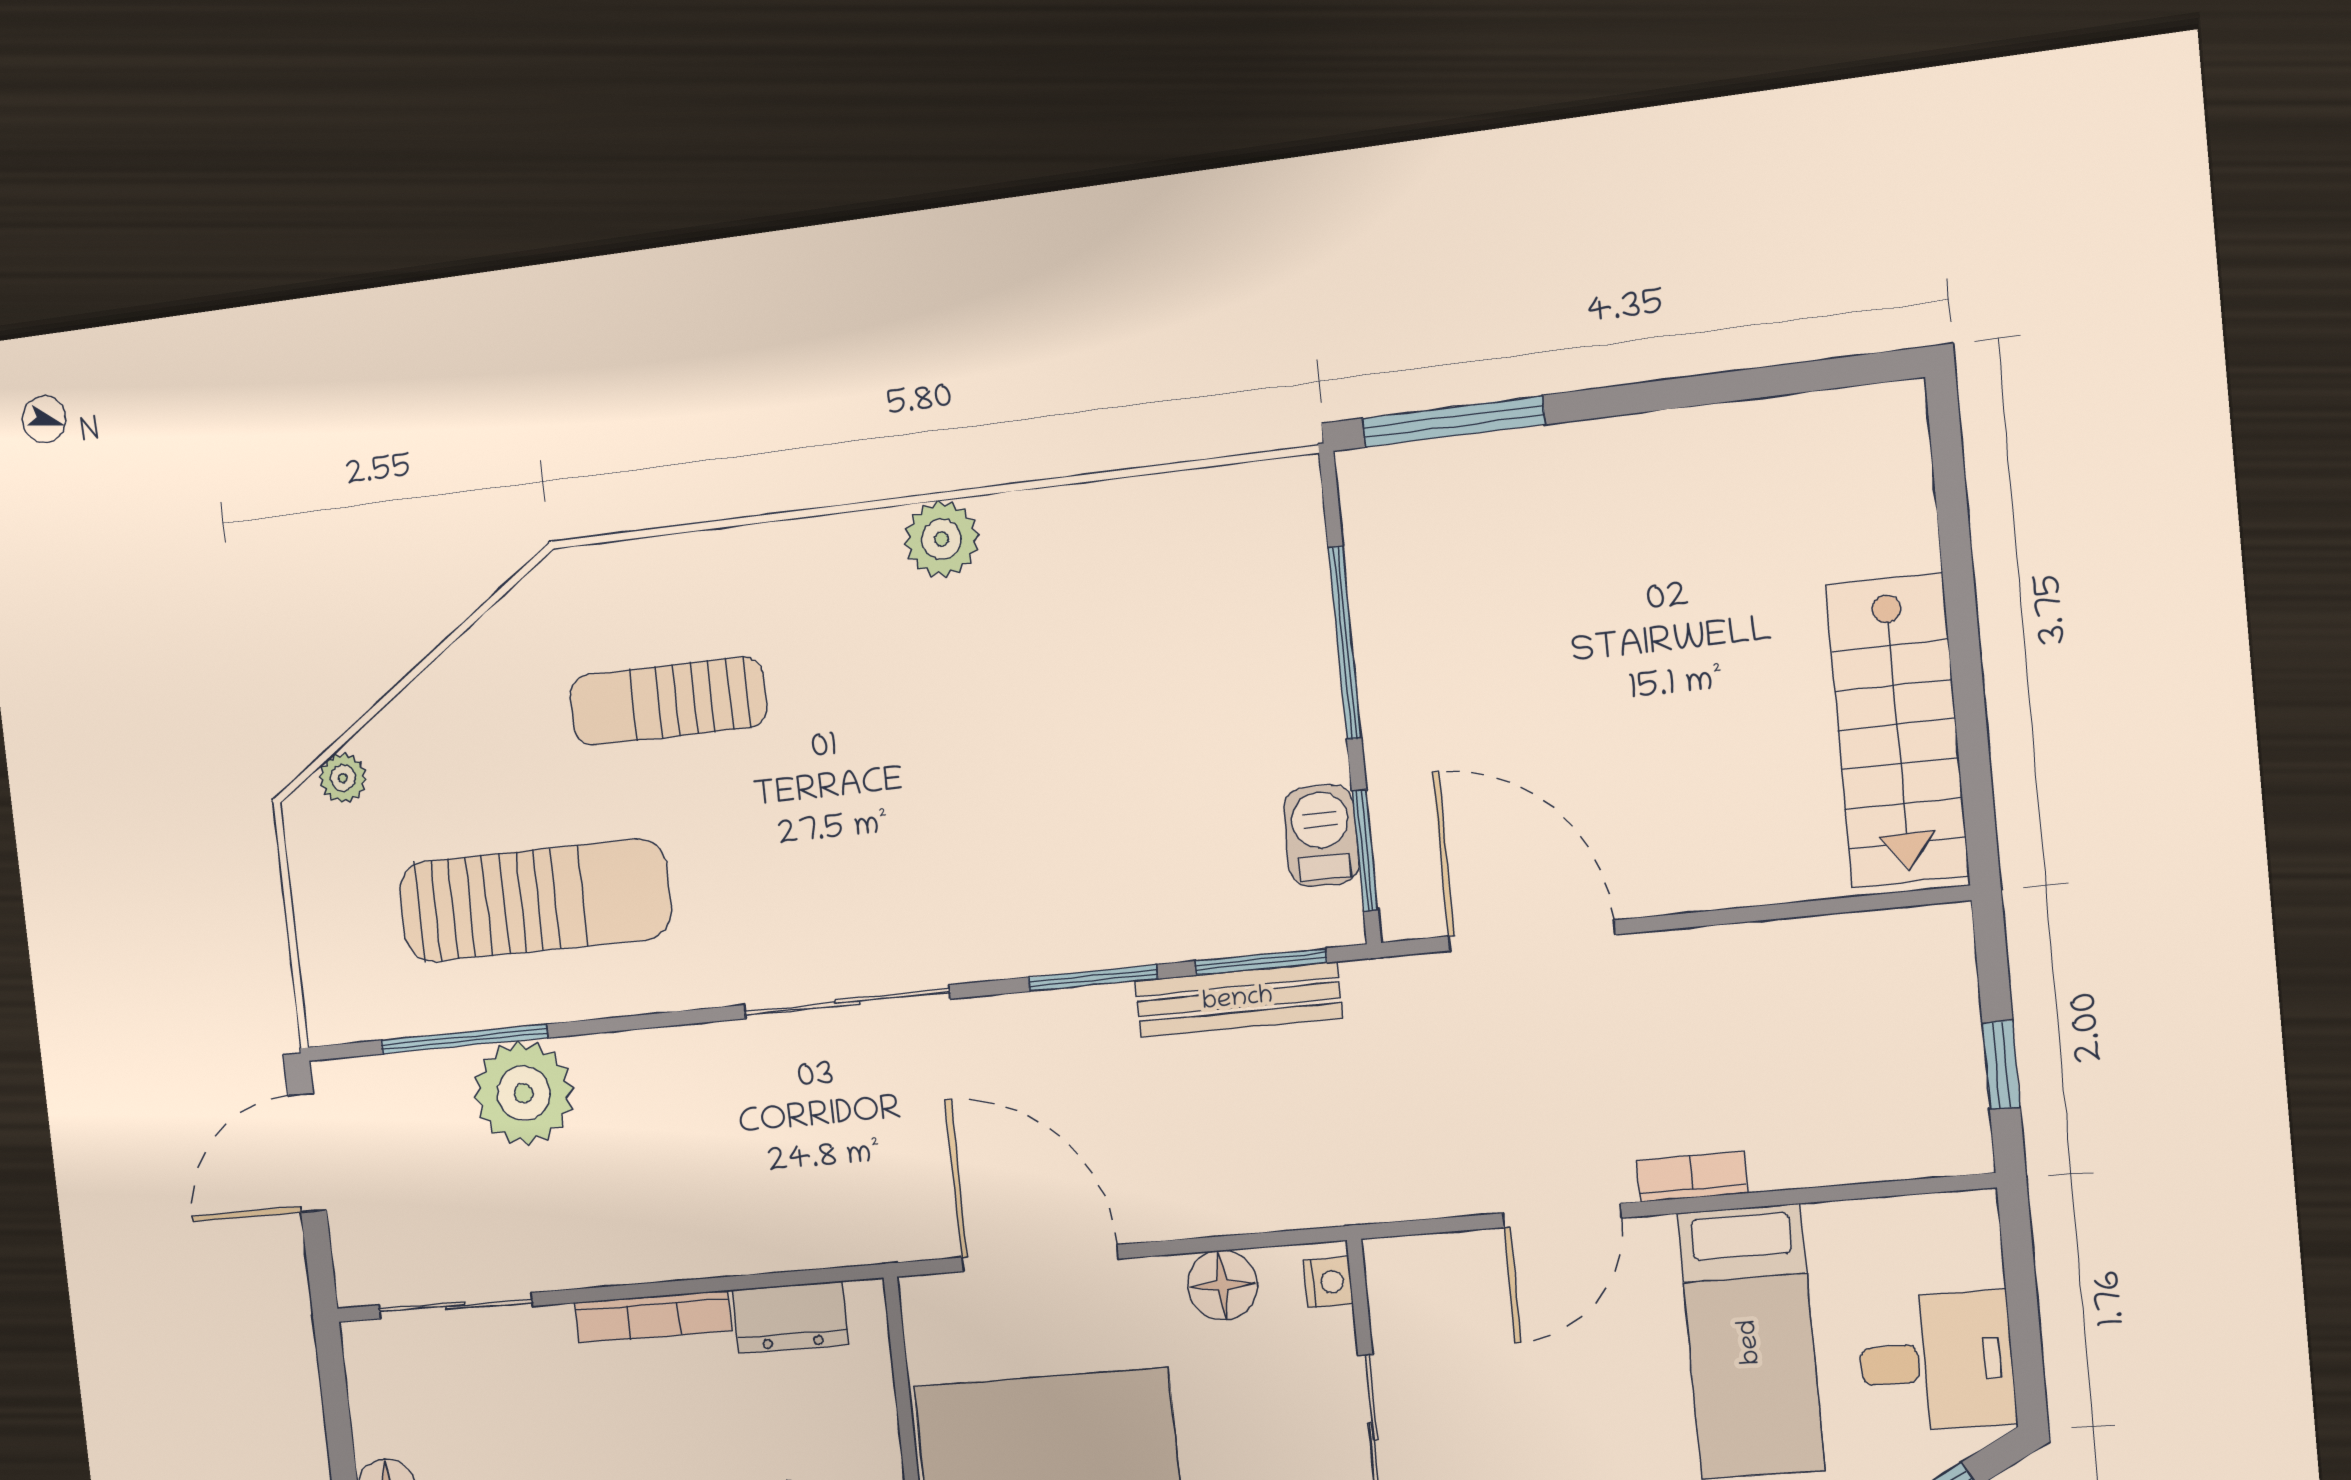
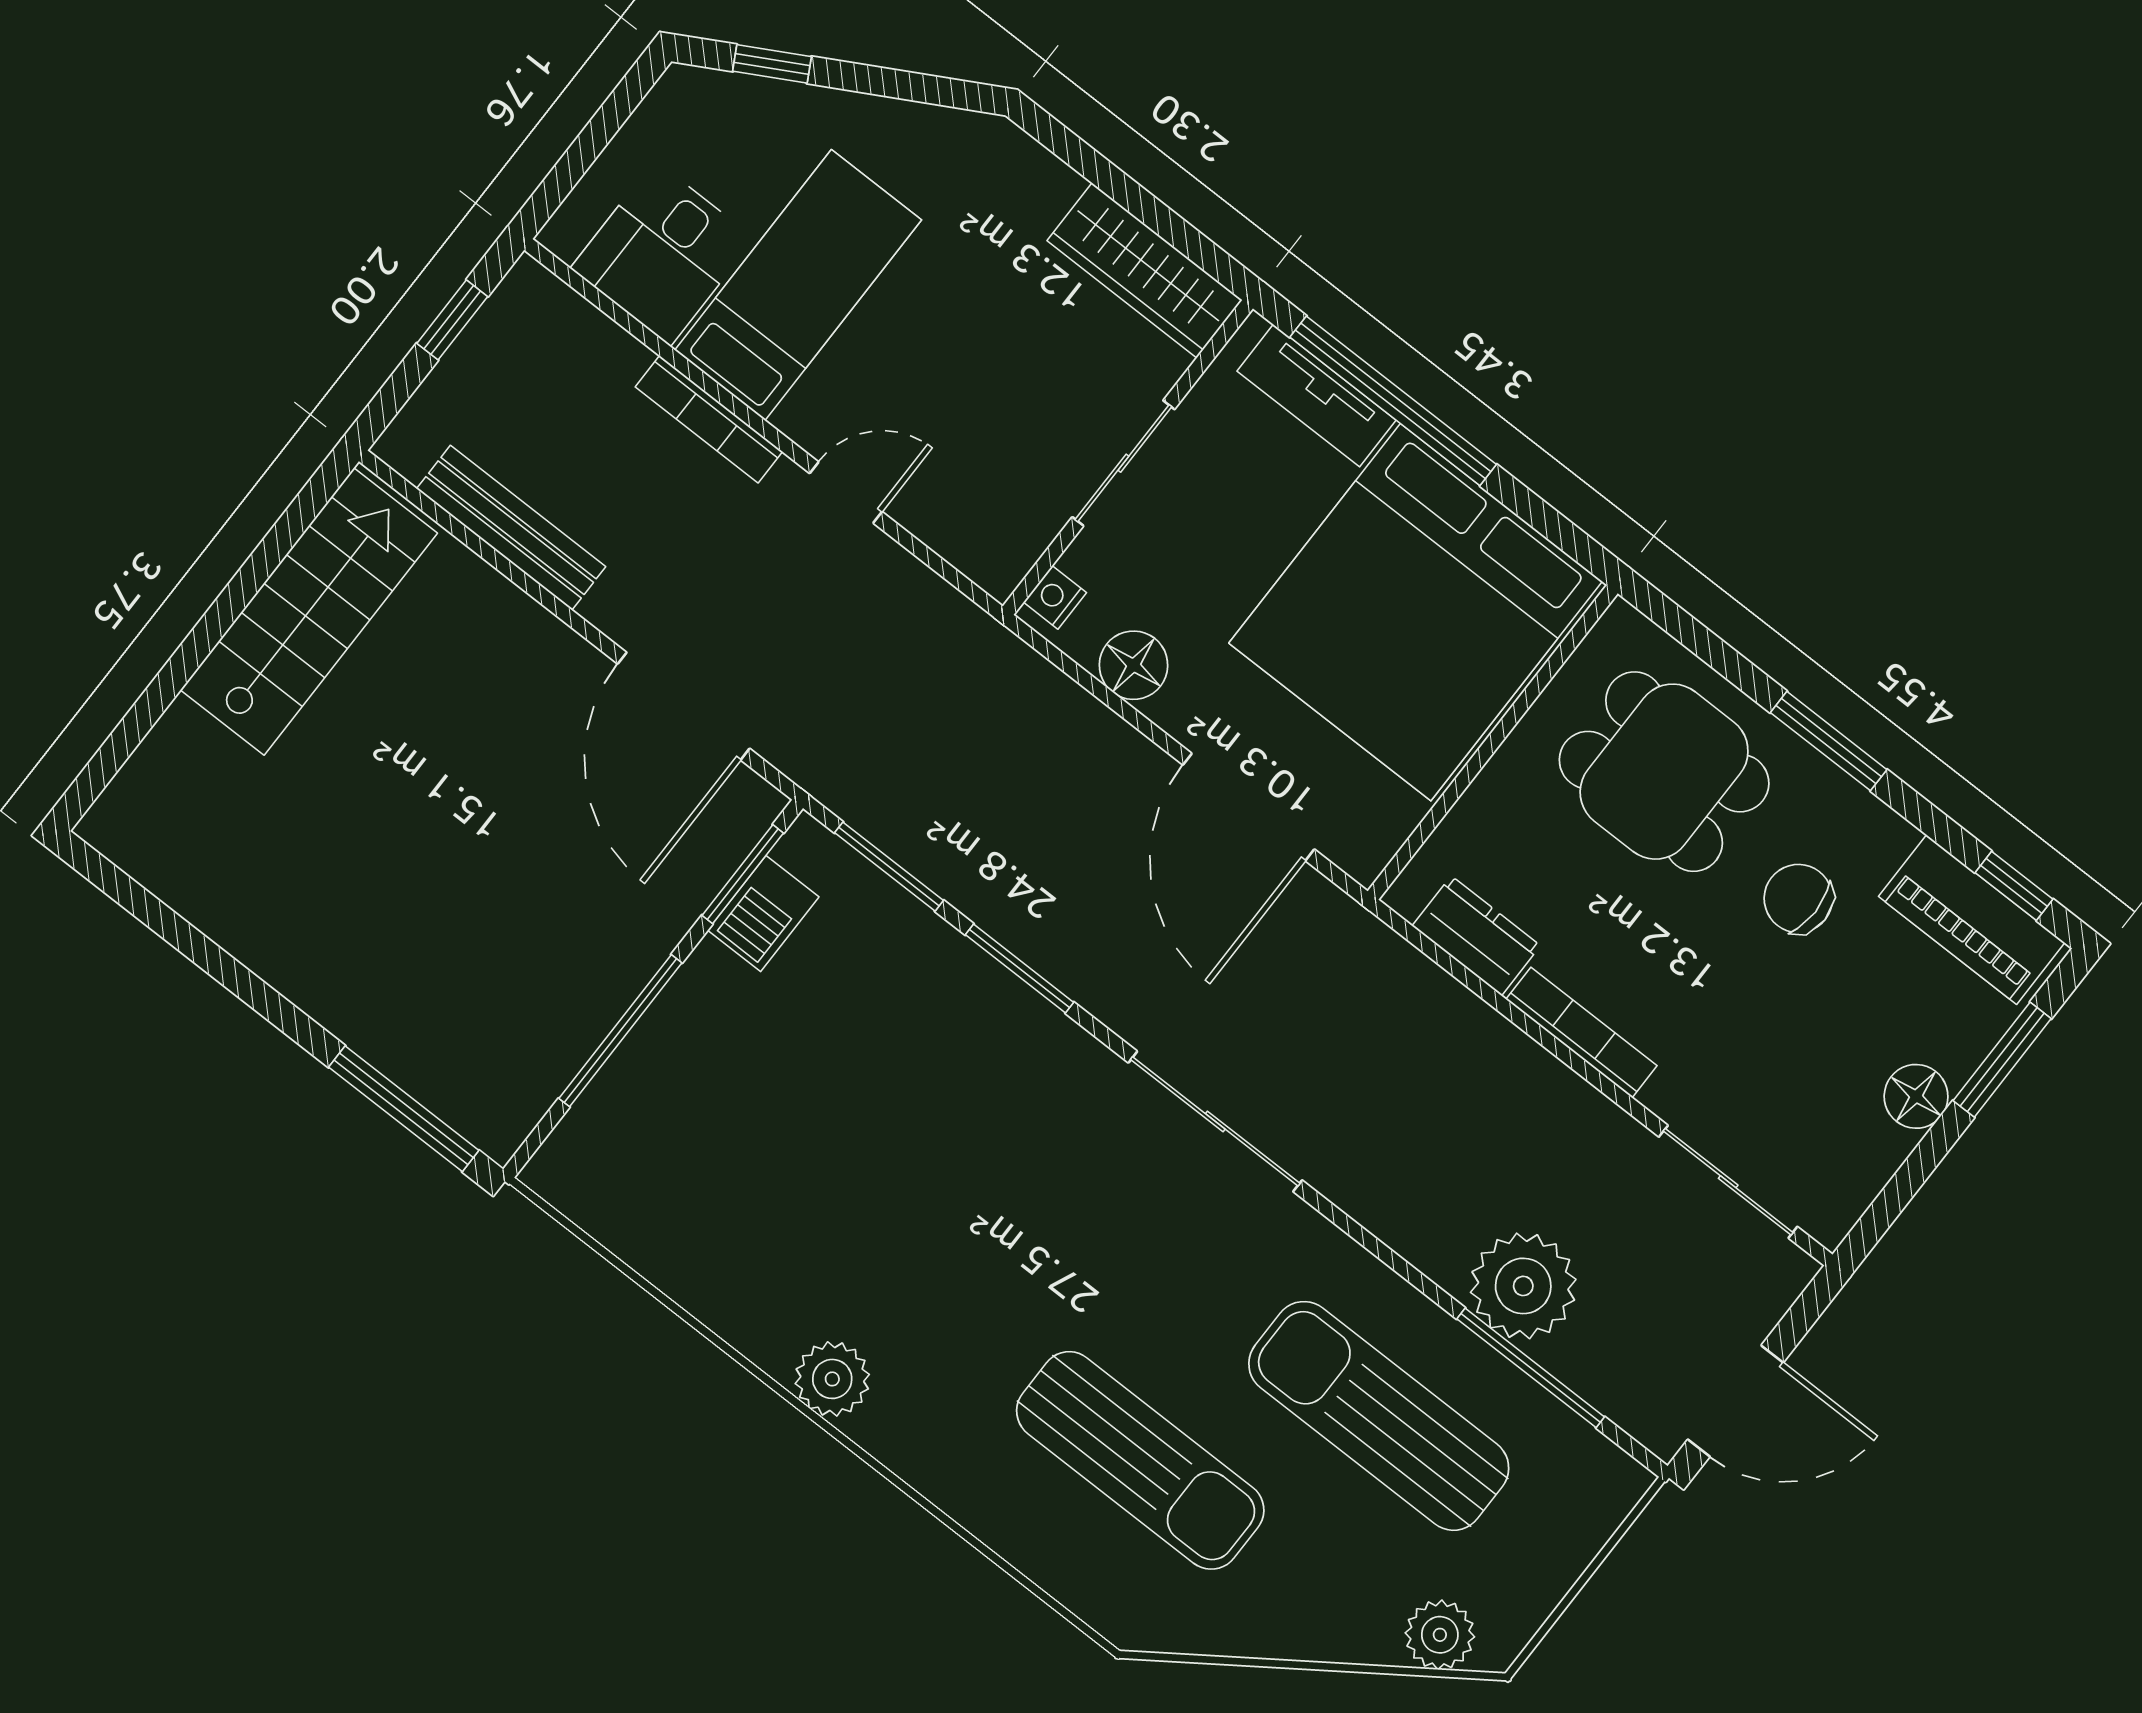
sun lounger: (668, 701) -> (1140, 1460), width x1.36, depth x1.34
plant: (343, 778) -> (1440, 1635), width x1.38, depth x1.38
bench: (1238, 1000) -> (511, 528), moved
bookcase: (1692, 1177) -> (709, 419), width x1.56
door: (1562, 1215) -> (846, 492), width x0.73
desk: (1937, 1362) -> (662, 253), moved, turned -90

